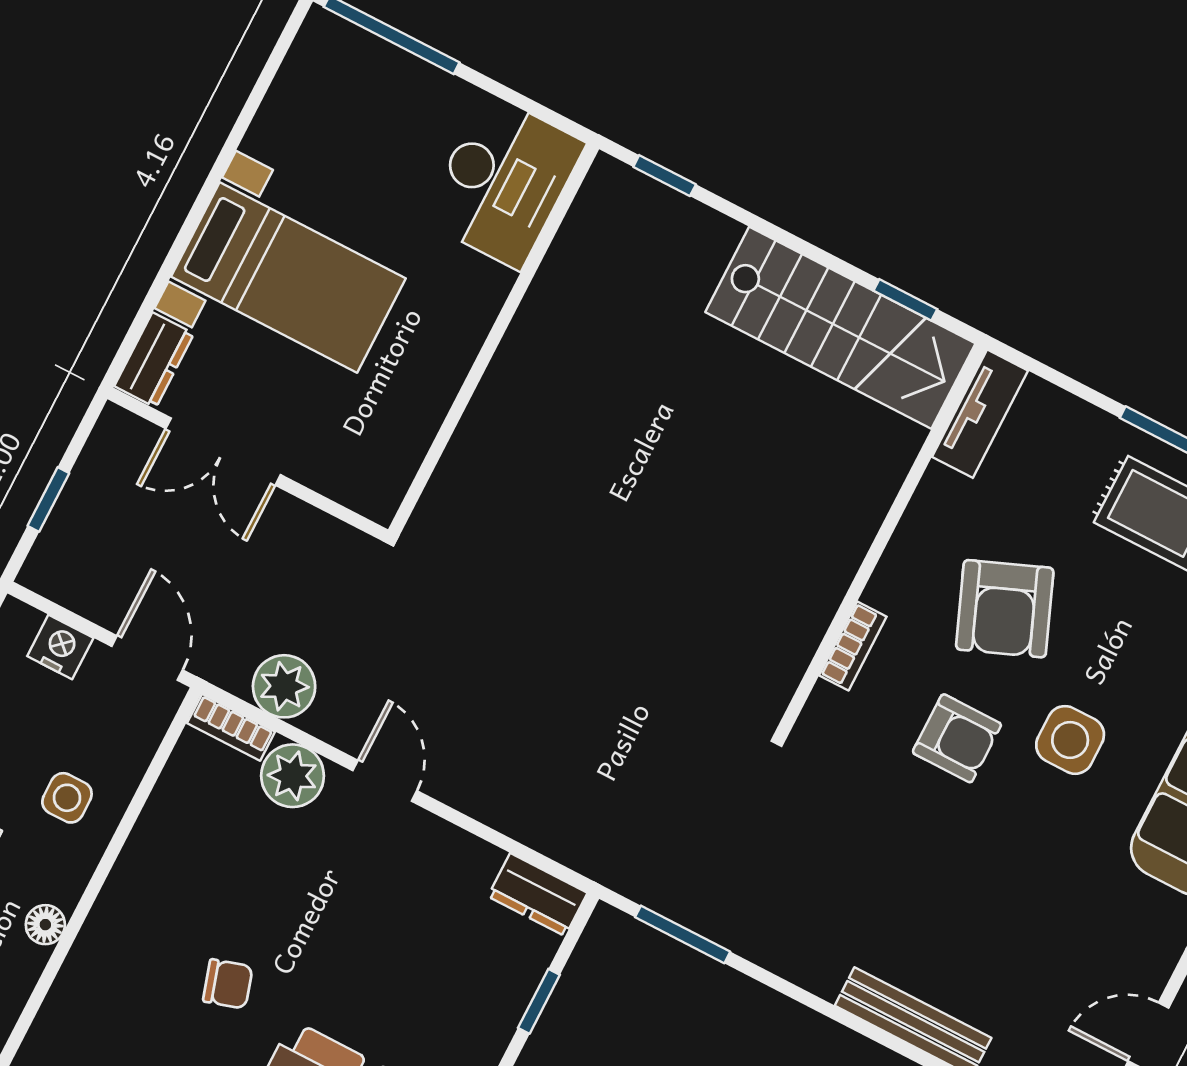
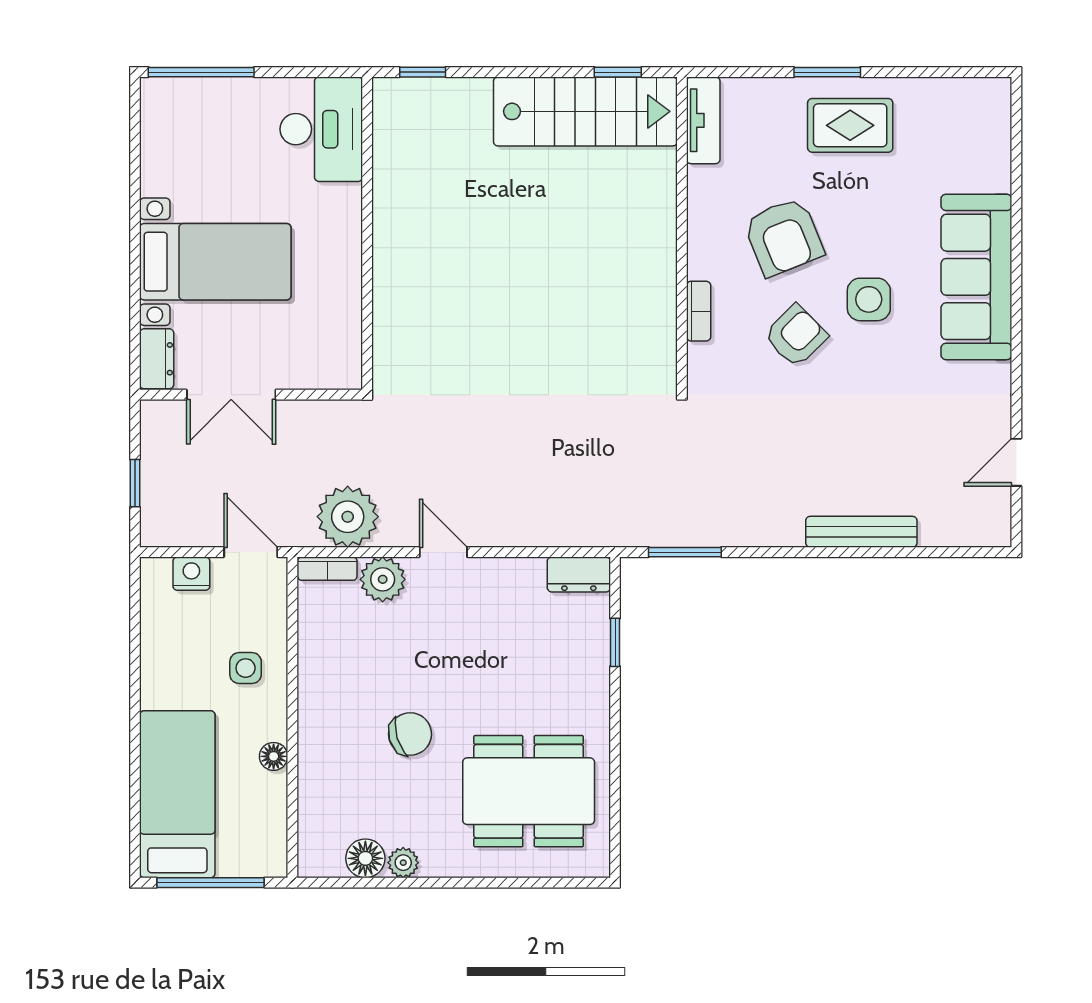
plant: (284, 686) -> (348, 517), width x1.36, depth x1.36
armchair: (957, 738) -> (796, 336), turned -45
chair: (228, 984) -> (410, 734), width x1.37, depth x1.37

